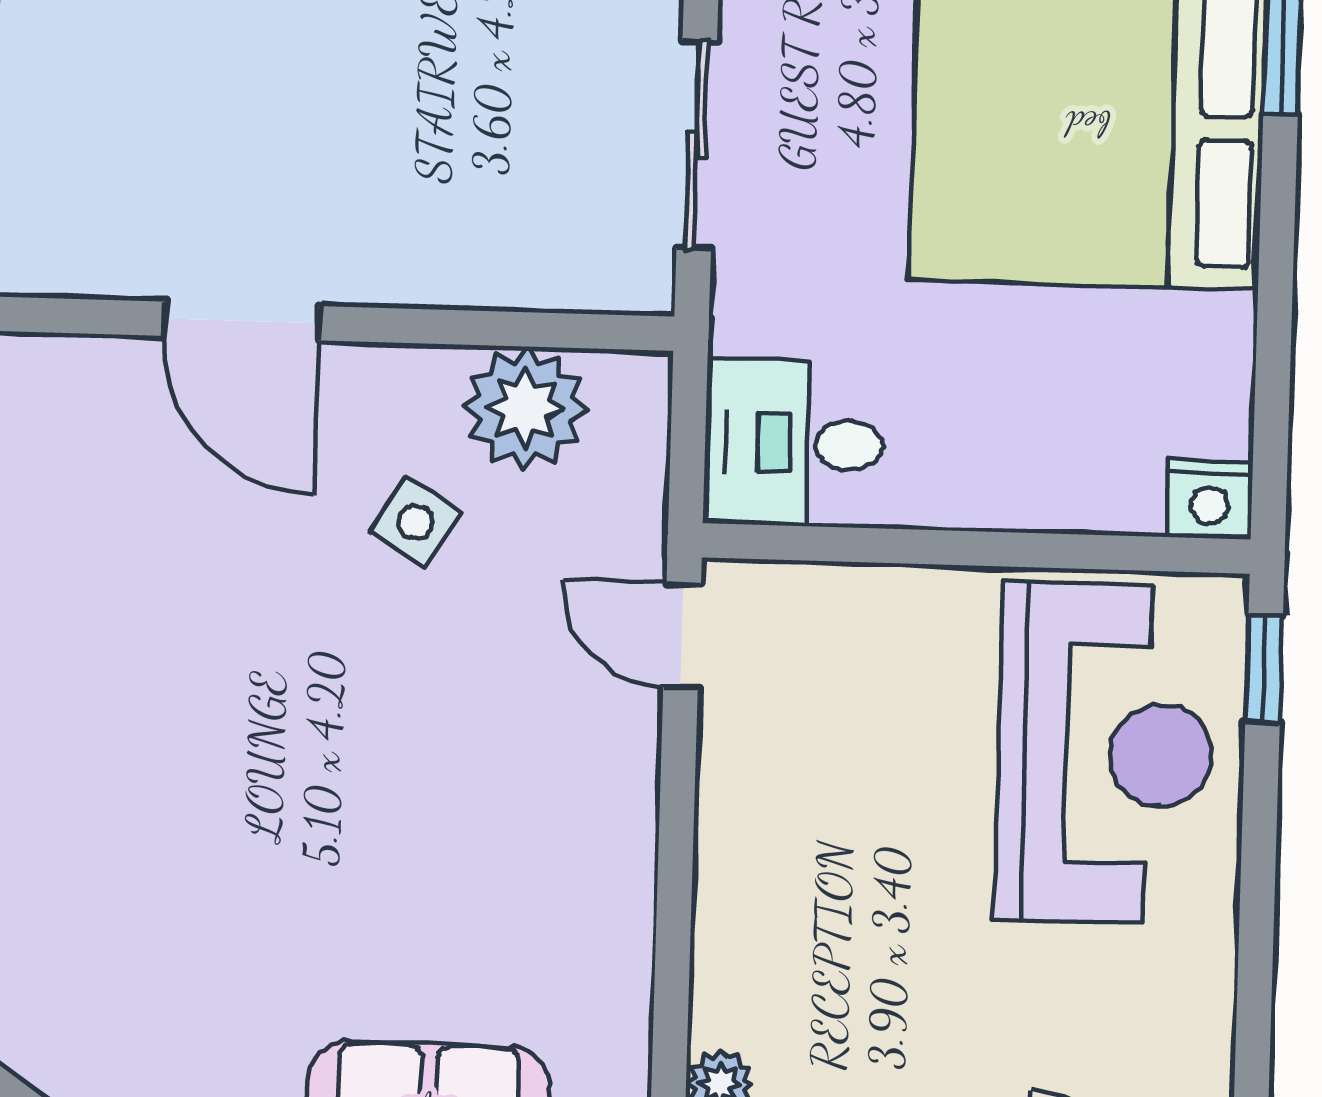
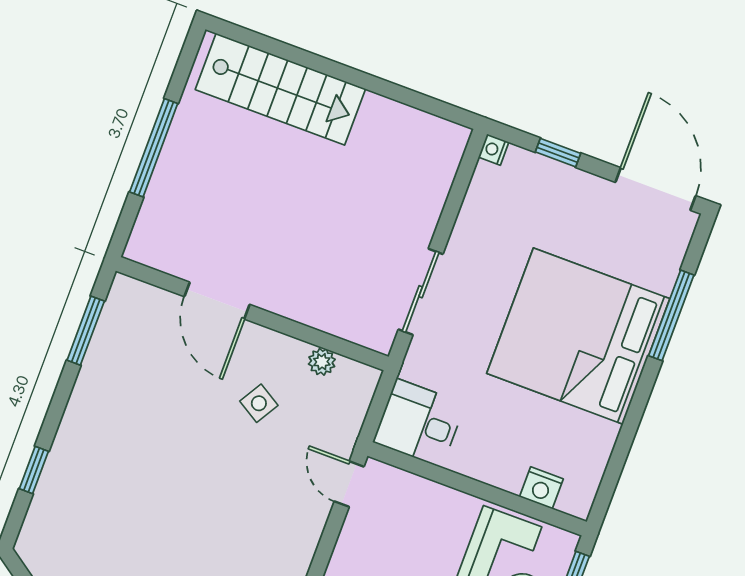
plant: (525, 408) -> (322, 362), width x0.53, depth x0.53
nightstand: (1210, 500) -> (541, 488), moved

